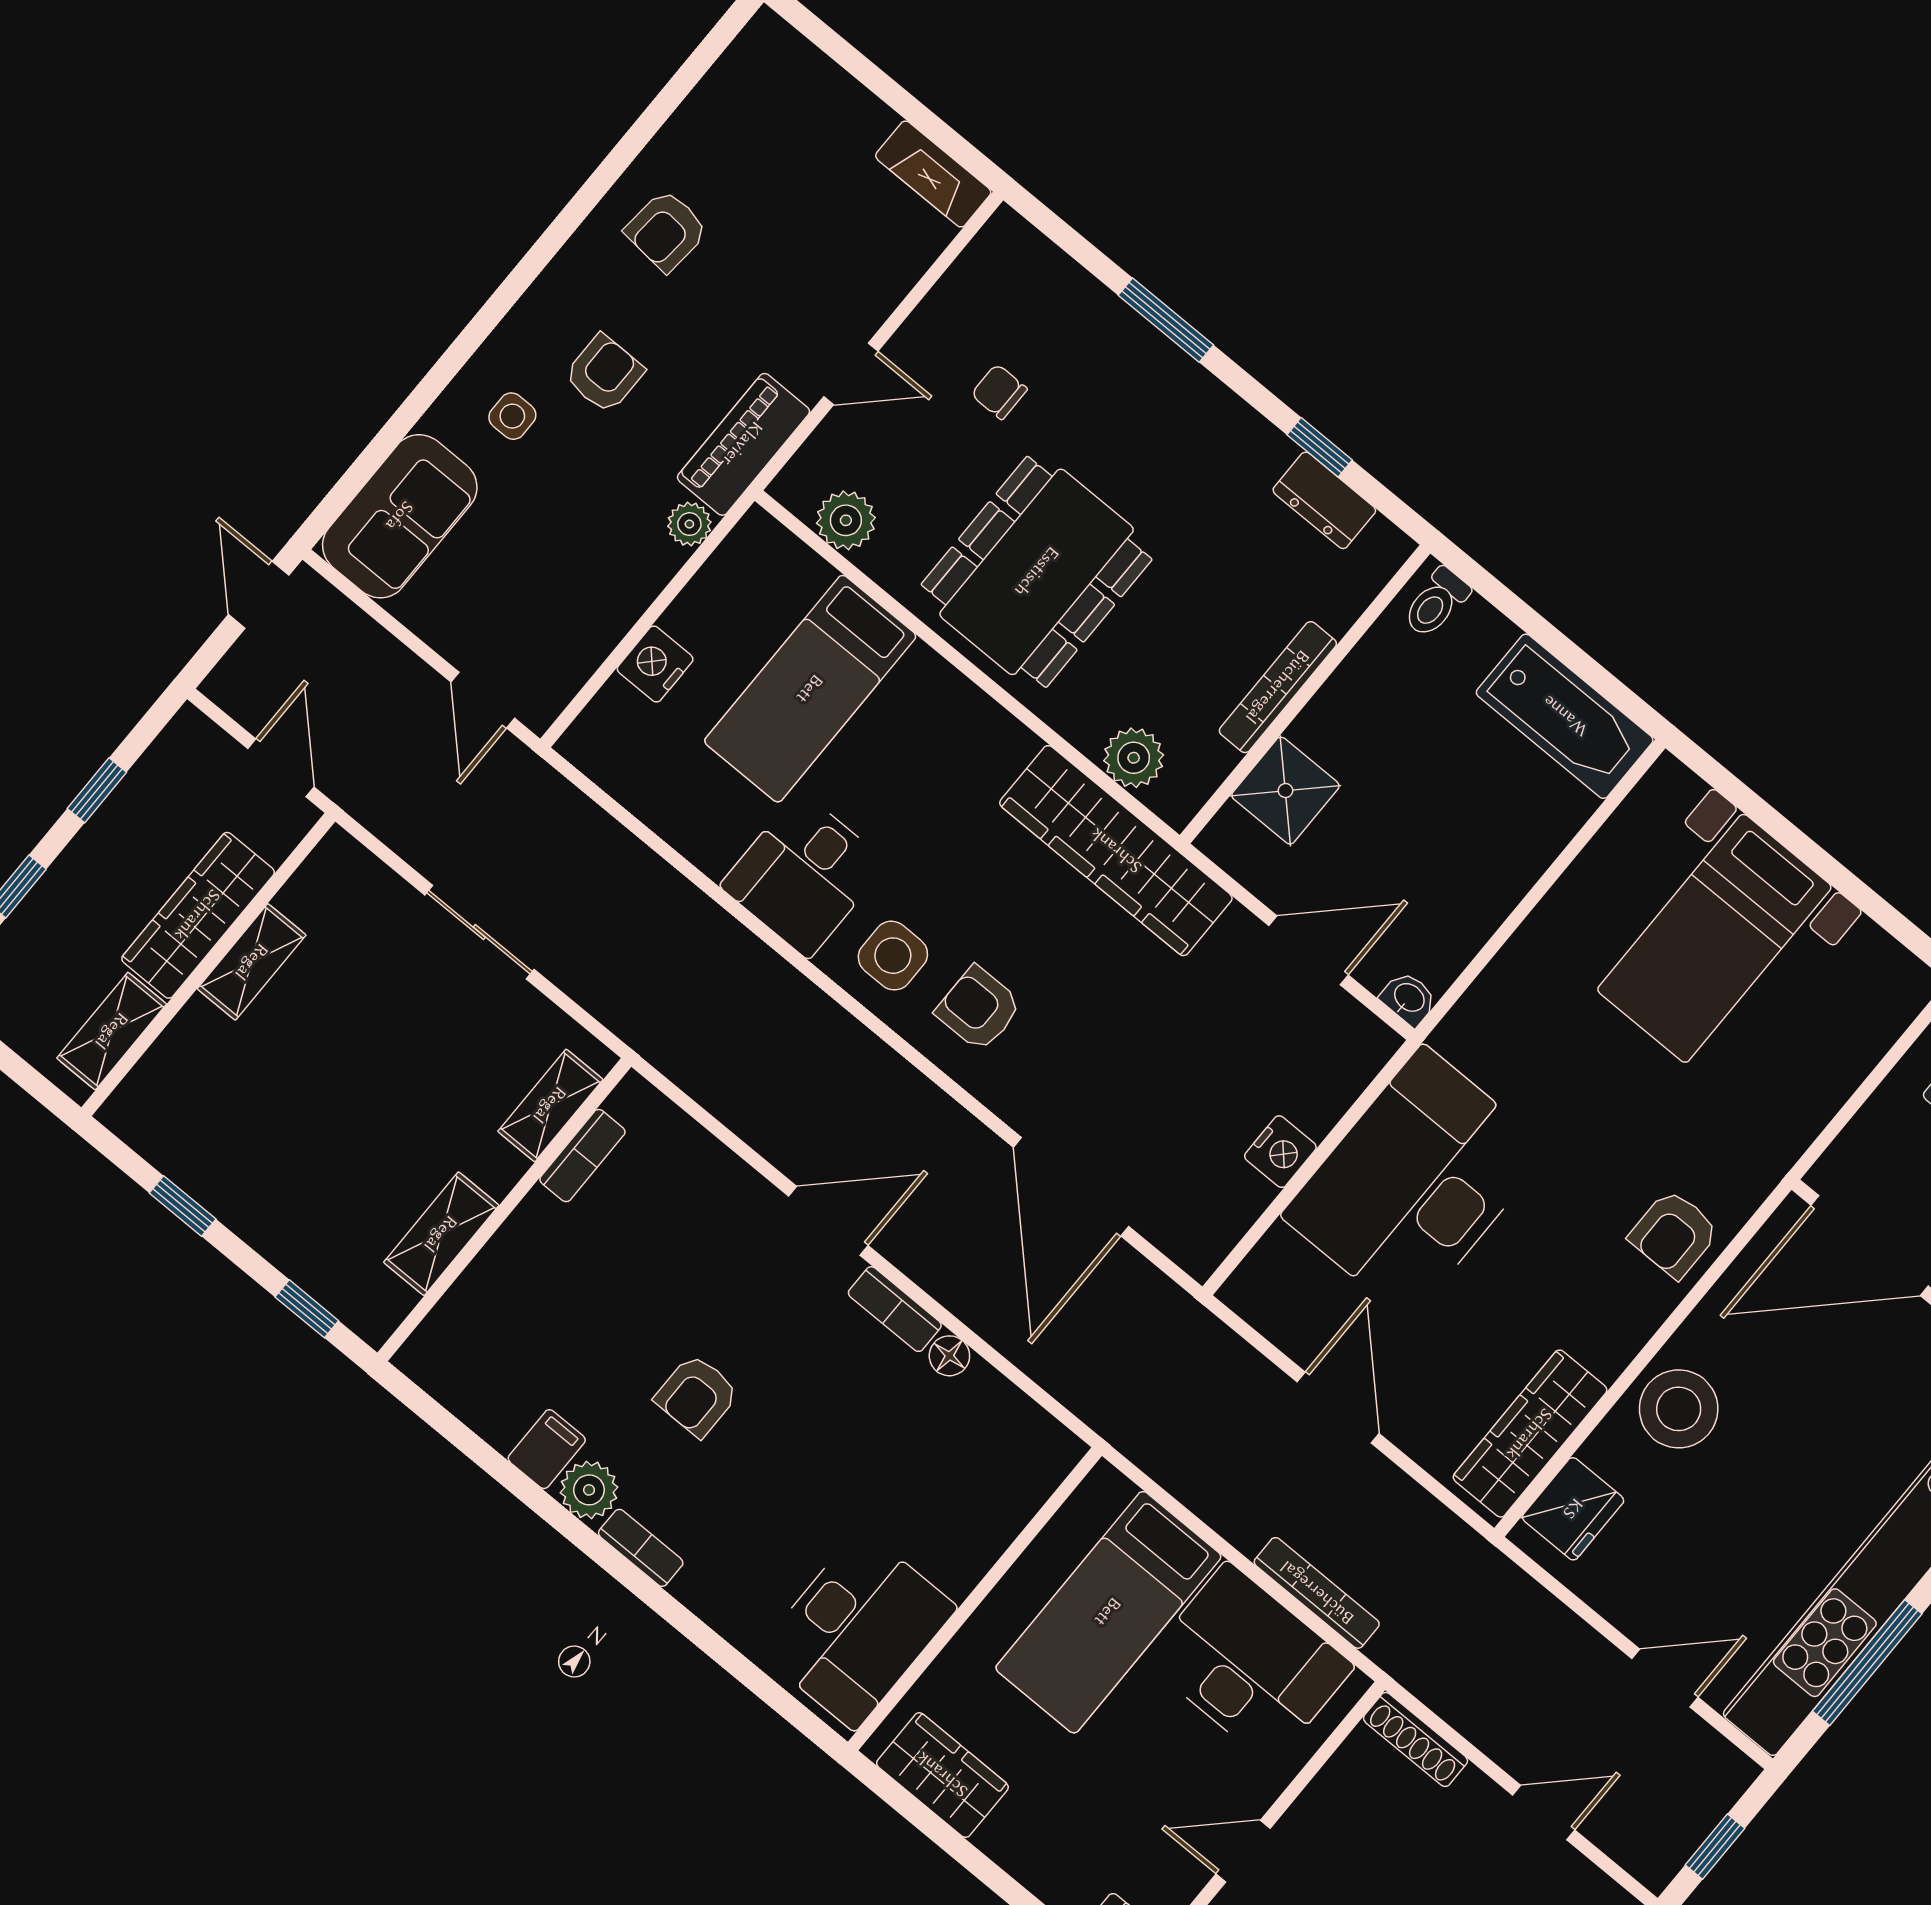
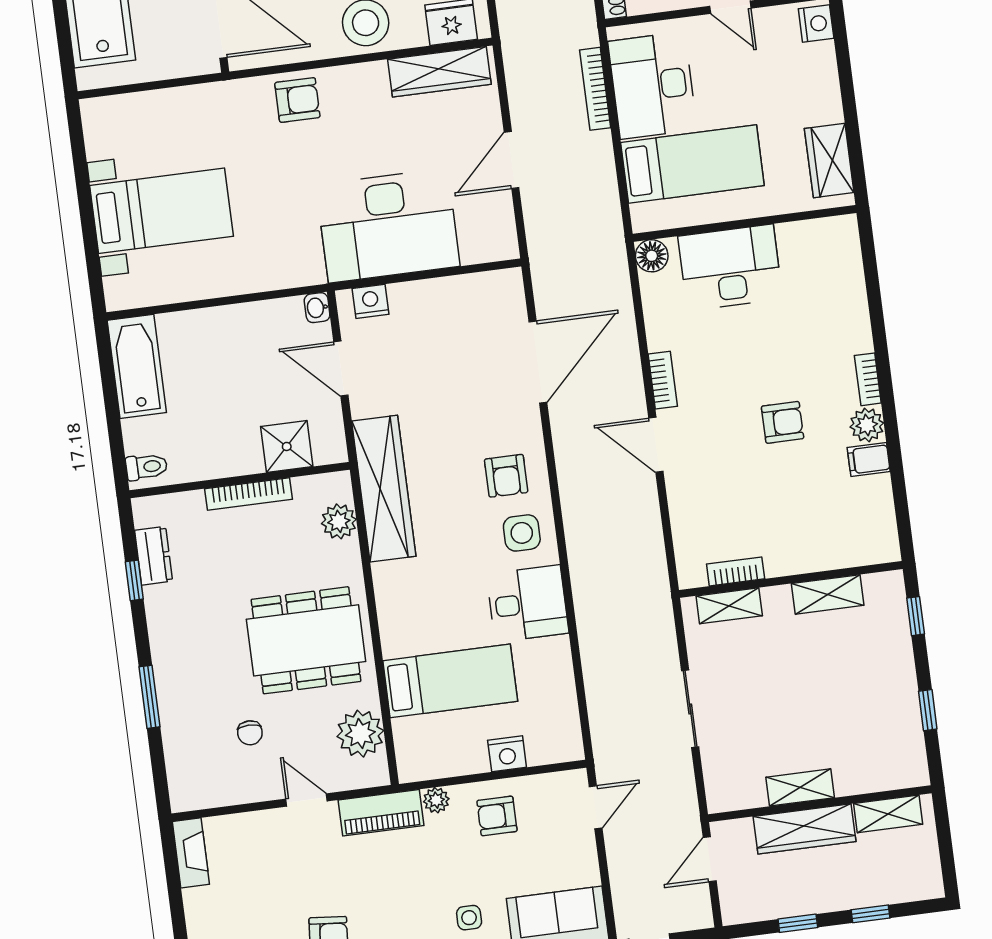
armchair: (604, 374) -> (497, 816), moved
plant: (846, 520) -> (360, 734), width x1.36, depth x1.36
nightstand: (1280, 1152) -> (370, 301), moved
floor lamp: (949, 1356) -> (652, 256), moved, width x1.37, depth x1.37
desk: (858, 1629) -> (730, 267), moved

